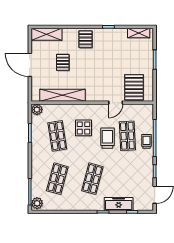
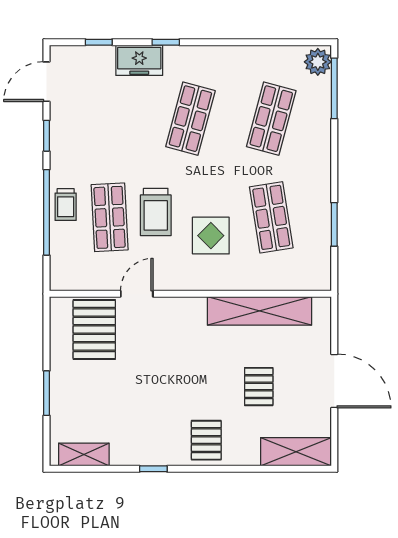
plant: (37, 110) -> (318, 278), removed
freezer: (119, 204) -> (139, 60), width x0.71

